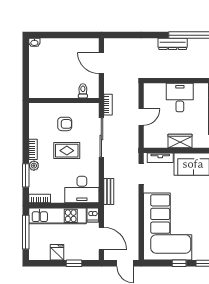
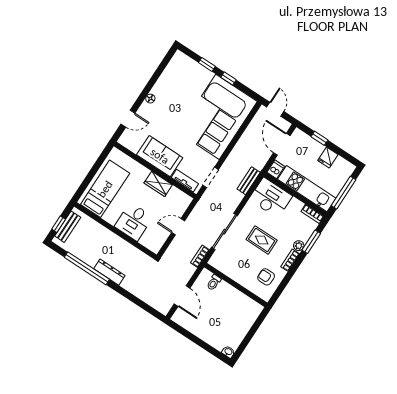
armchair: (65, 124) -> (266, 277), moved

